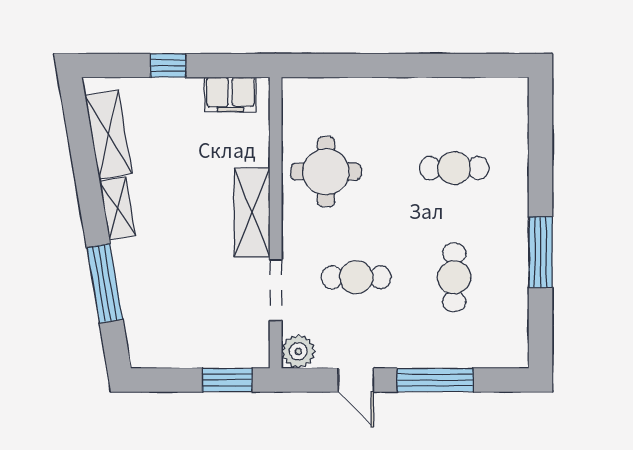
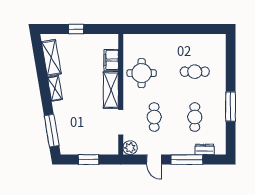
filing cabinet: (230, 94) -> (111, 60), moved, turned 90
cafe table: (356, 277) -> (154, 117), turned 90
window: (105, 283) -> (52, 131), moved
dresser: (478, 355) -> (205, 149), added
window: (227, 380) -> (88, 160), moved

